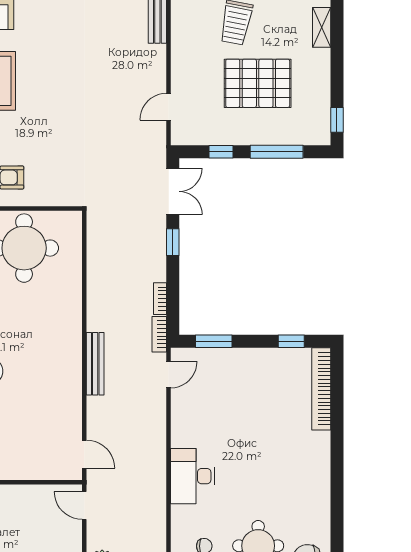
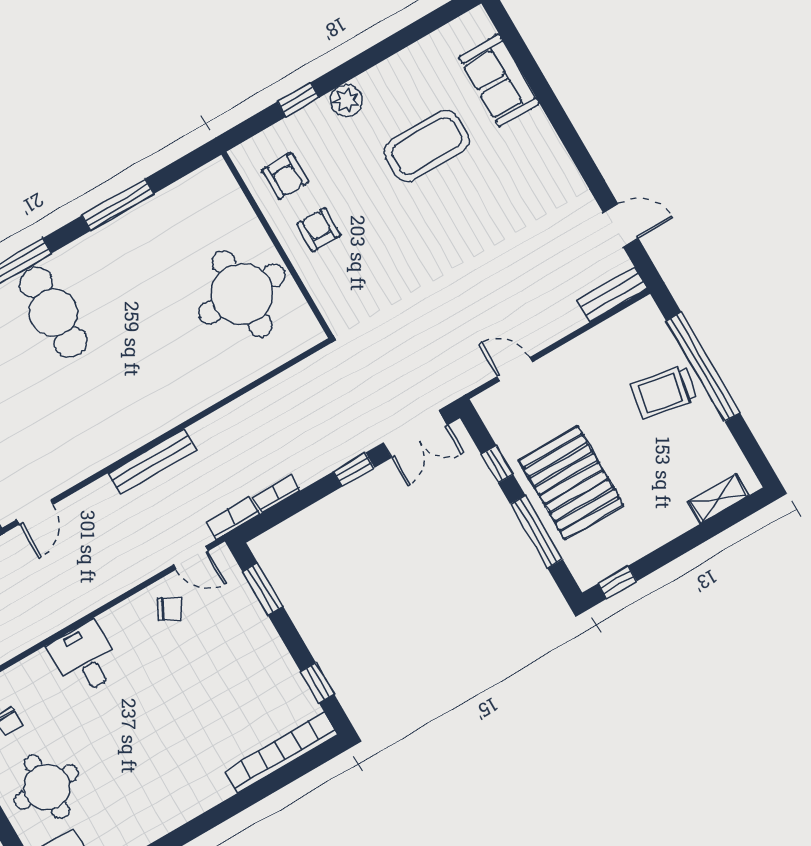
pallet: (258, 83) -> (571, 483), moved
chair: (193, 406) -> (169, 609), added
desk: (192, 476) -> (85, 658), width x0.73

